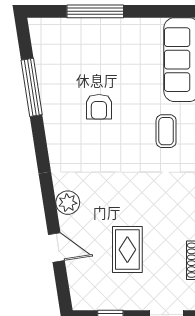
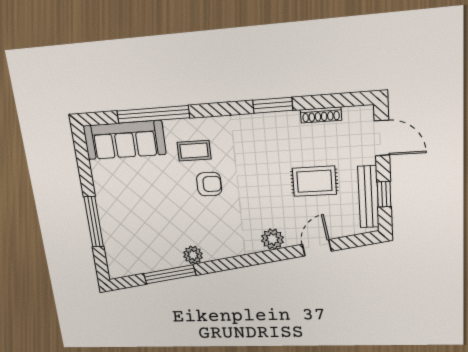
armchair: (99, 107) -> (209, 184), moved
plant: (53, 116) -> (193, 255), added
bench: (108, 302) -> (368, 197), added

